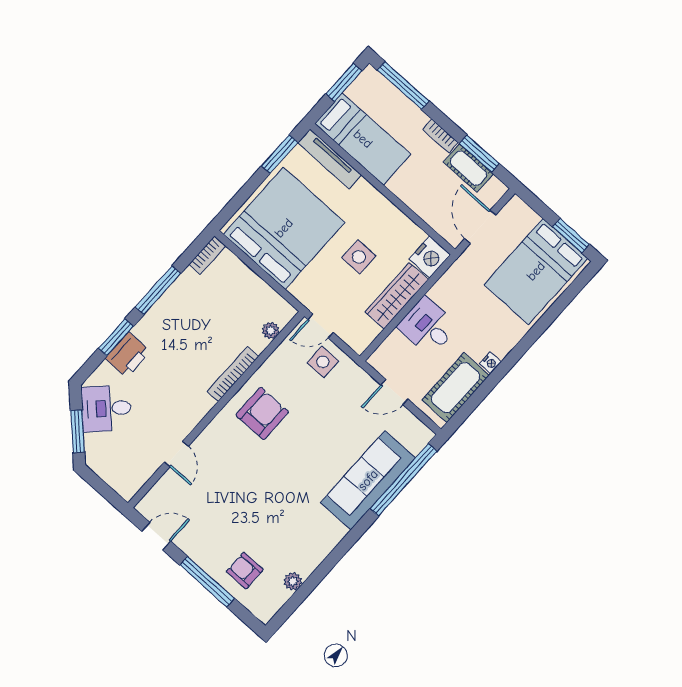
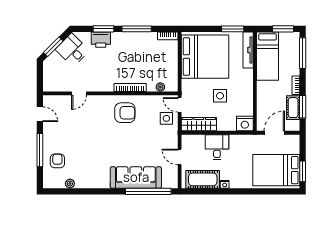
wardrobe: (397, 296) -> (199, 124), moved

